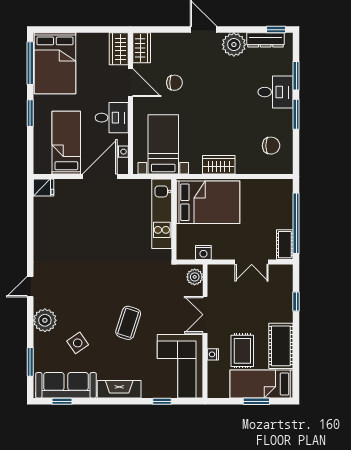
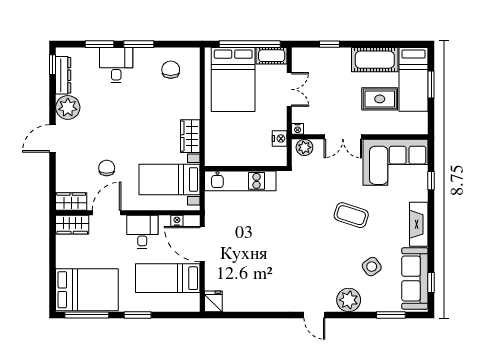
wardrobe: (219, 165) -> (190, 136), moved
bed: (208, 202) -> (233, 80), moved, turned 180
nightstand: (213, 354) -> (298, 129), moved

